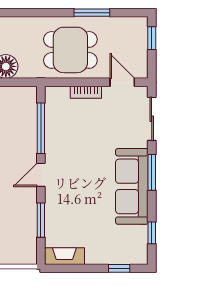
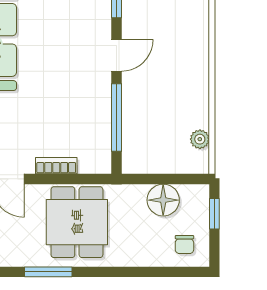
dining table: (70, 50) -> (77, 222), turned 90

